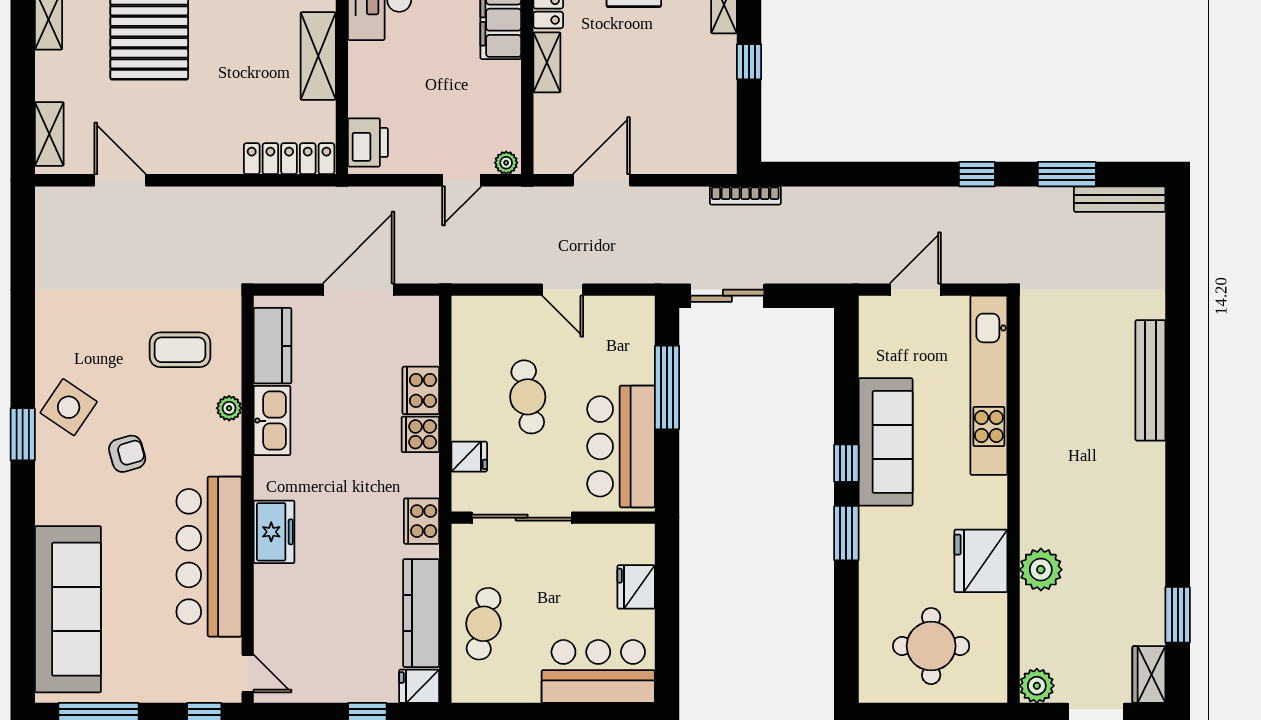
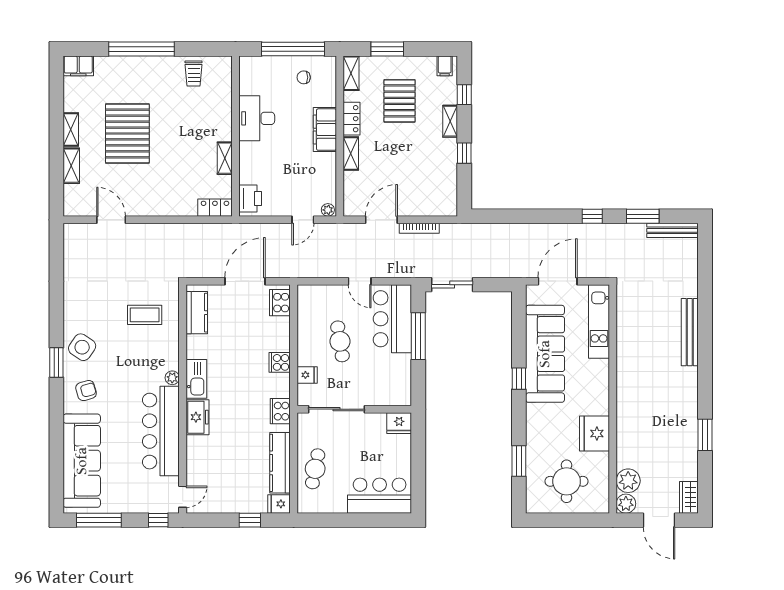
shelving: (318, 56) -> (225, 158), width x0.67, depth x0.75
shelving: (49, 134) -> (71, 166), moved
locker: (289, 159) -> (215, 208), width x0.66
bookcase: (745, 195) -> (419, 228), moved
door: (915, 290) -> (558, 281), width x1.36
kitchen unit: (989, 385) -> (599, 321), width x0.73
cooker: (421, 390) -> (280, 303), moved
plant: (229, 408) -> (172, 378), moved
kitchen sink: (272, 421) -> (196, 379), moved
sofa: (886, 442) -> (545, 354), width x1.36, depth x1.27
bar counter: (621, 446) -> (392, 319), moved
armchair: (127, 454) -> (86, 391), moved
window: (846, 533) -> (519, 461), moved
plant: (1041, 570) -> (628, 481), moved
fridge: (636, 587) -> (399, 423), moved, turned -90
window: (1178, 615) -> (705, 435), moved
door: (248, 673) -> (183, 497), hinge flipped

